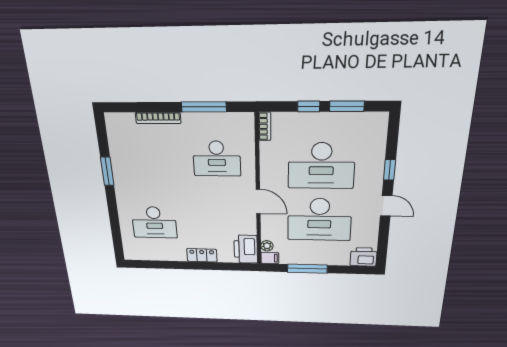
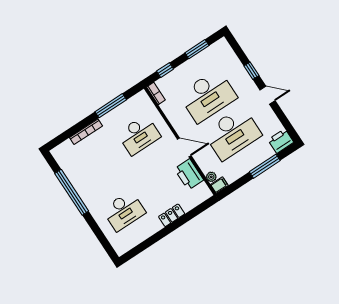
window: (309, 106) -> (165, 70), moved
window: (107, 171) -> (72, 192), width x2.11
printer: (246, 249) -> (189, 174), moved
window: (307, 269) -> (265, 166), moved

